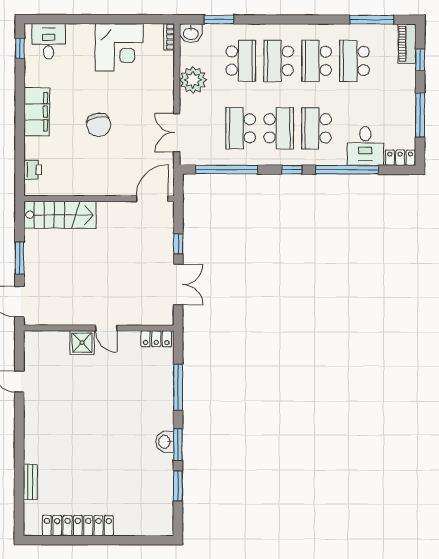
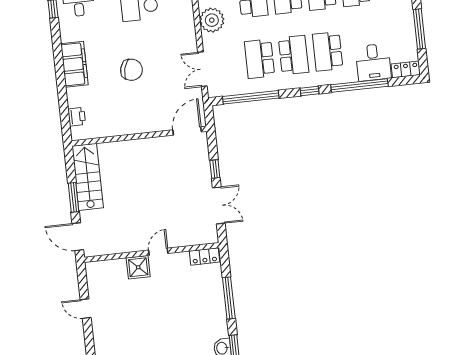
chair: (99, 125) -> (131, 70), turned -64
stairs: (60, 215) -> (88, 177), moved, turned -90
door: (106, 328) -> (158, 252), swing flipped

